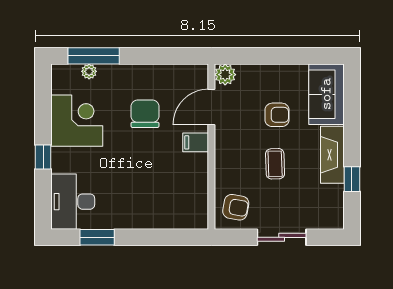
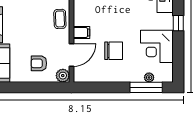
chair: (145, 114) -> (114, 51), turned -90
armchair: (277, 115) -> (39, 63), moved
coffee table: (275, 164) -> (60, 19), moved

